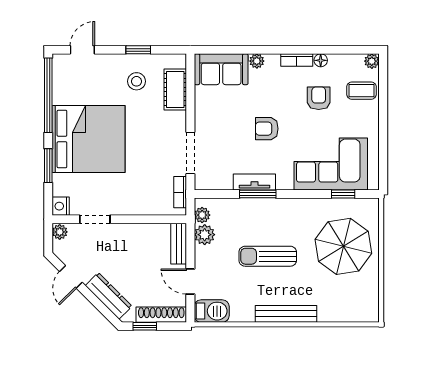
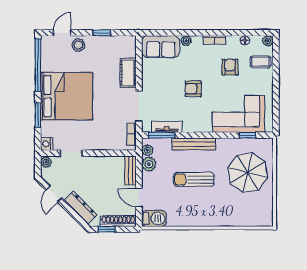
floor lamp: (321, 60) -> (245, 40), moved
stool: (136, 81) -> (78, 45), moved
cot: (175, 90) -> (128, 73), moved
tv unit: (254, 182) -> (167, 127), moved
window: (258, 194) -> (162, 135), moved
bench: (286, 314) -> (194, 144), moved

